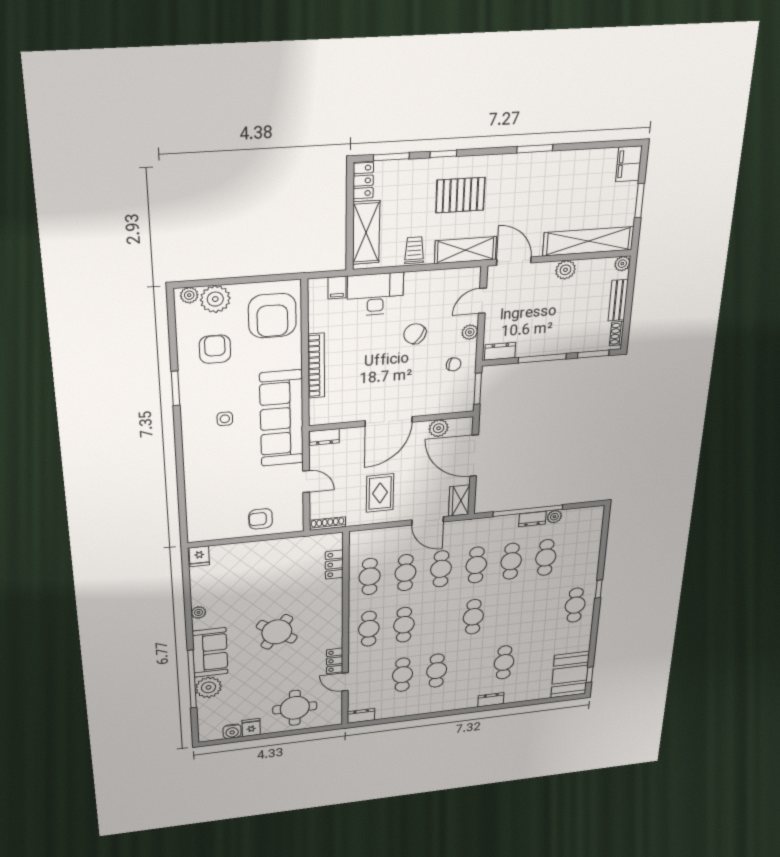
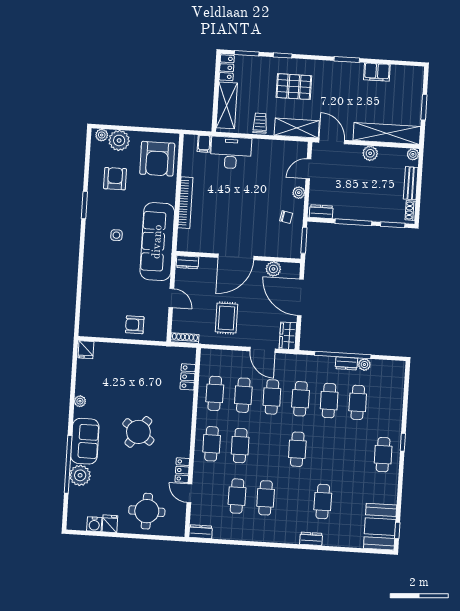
filing cabinet: (629, 164) -> (377, 72), moved, turned -90
chair: (415, 334) -> (258, 188), removed

